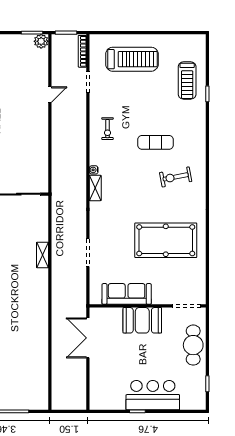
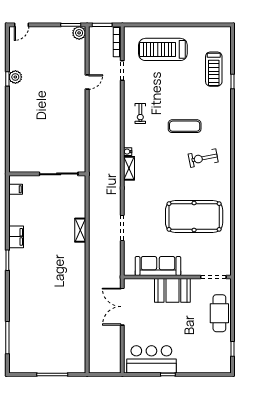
treadmill: (132, 59) -> (163, 49), turned 180
bar counter: (153, 395) -> (151, 359), moved

